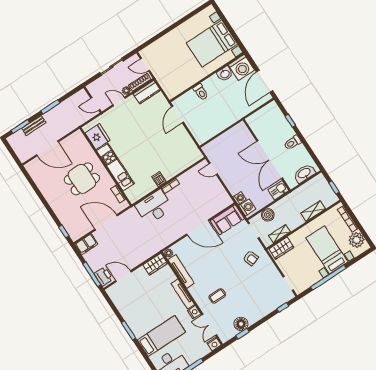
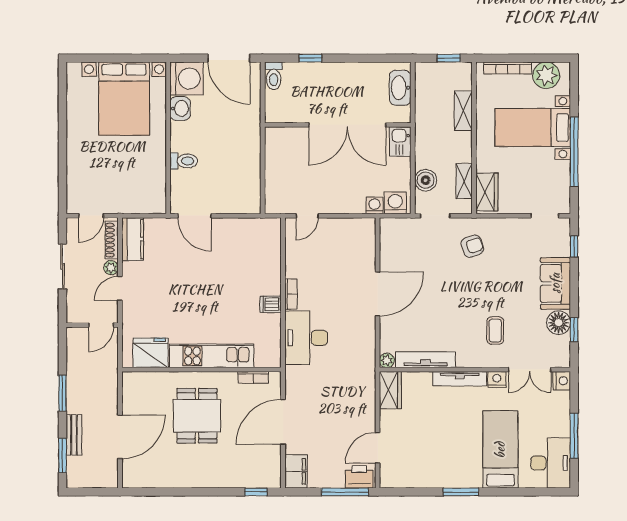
toilet: (293, 143) -> (274, 76), moved
sofa: (227, 220) -> (555, 283), moved, turned 180

